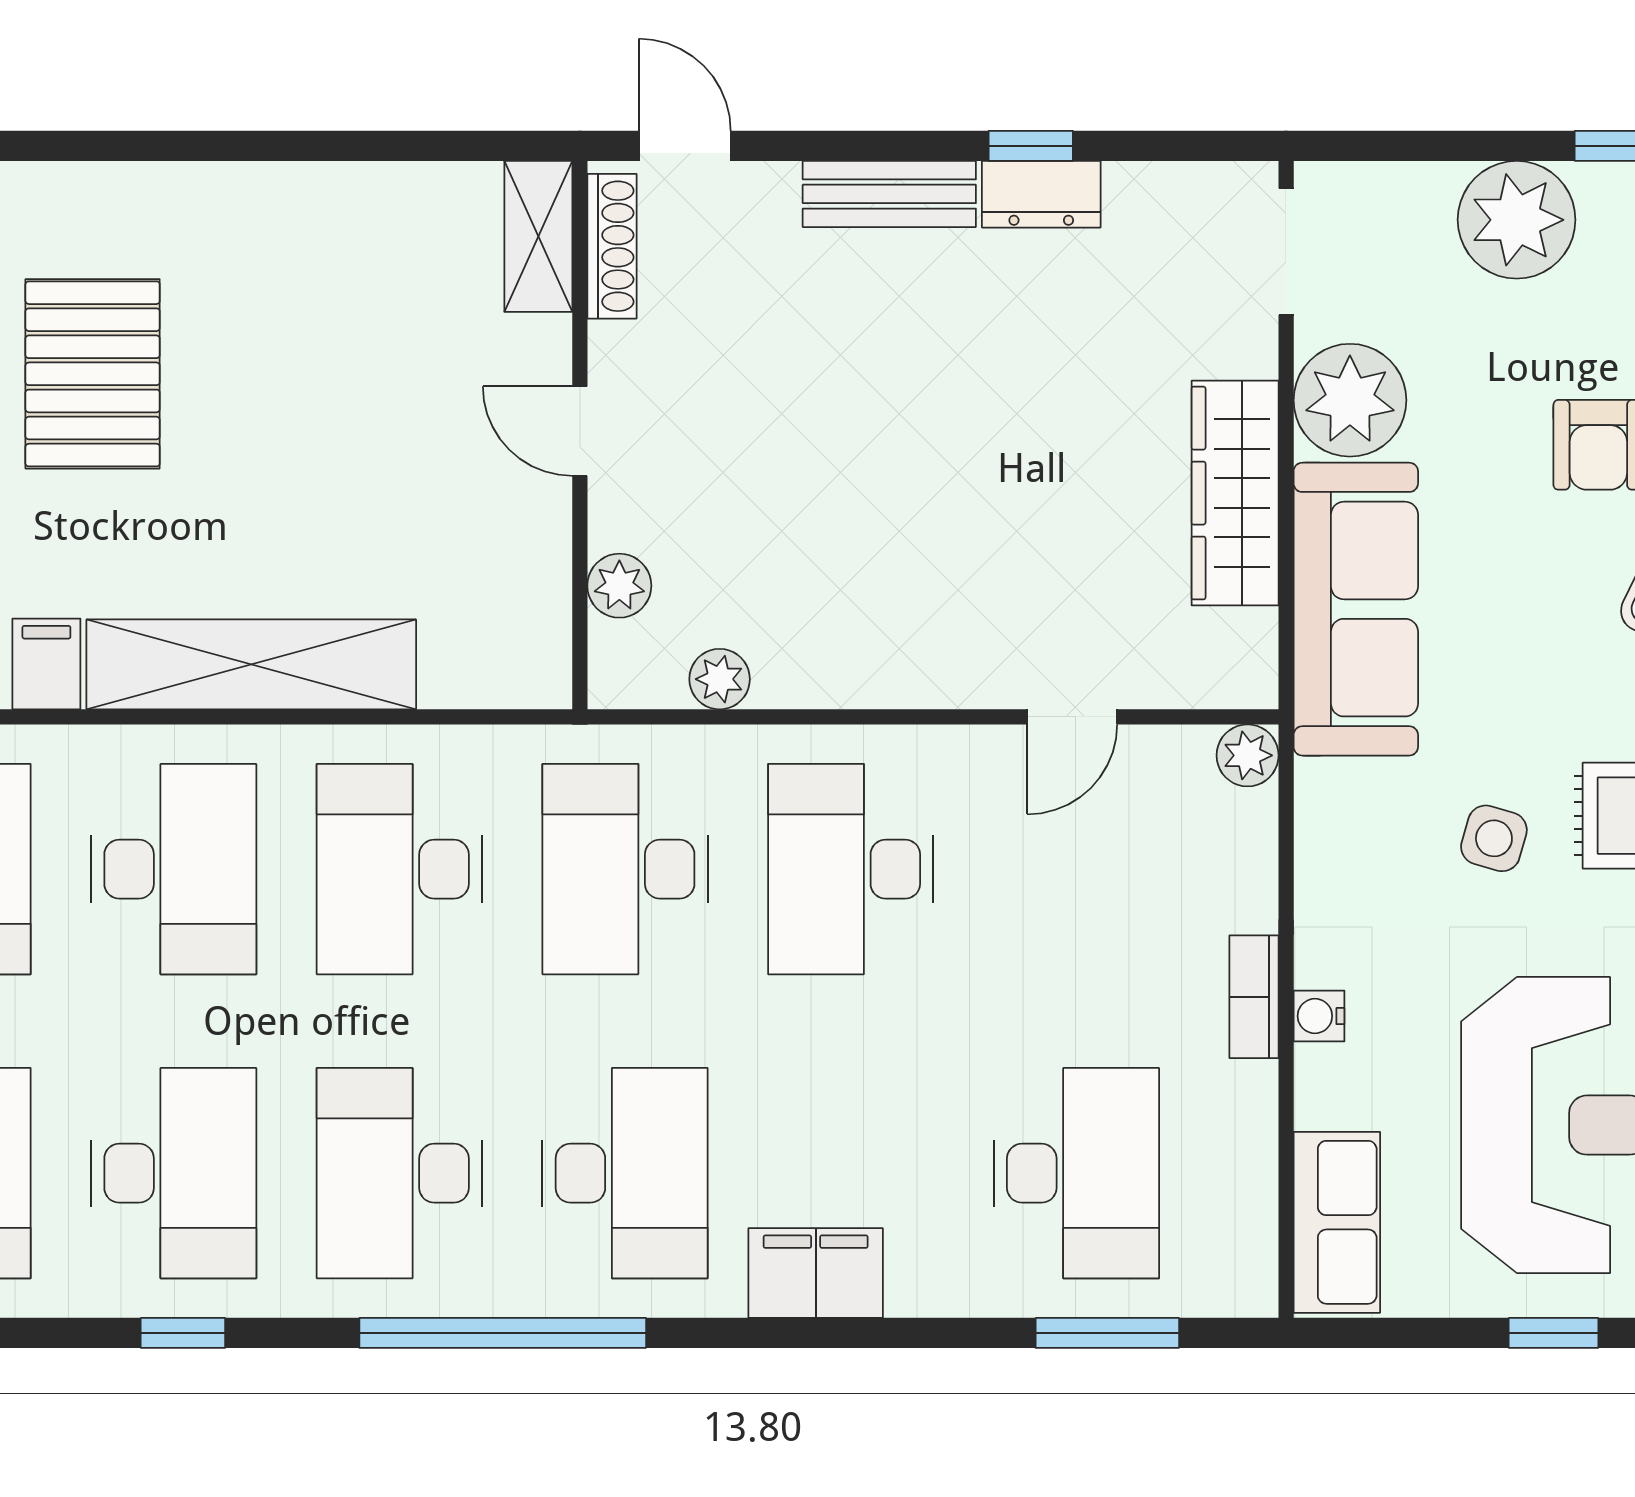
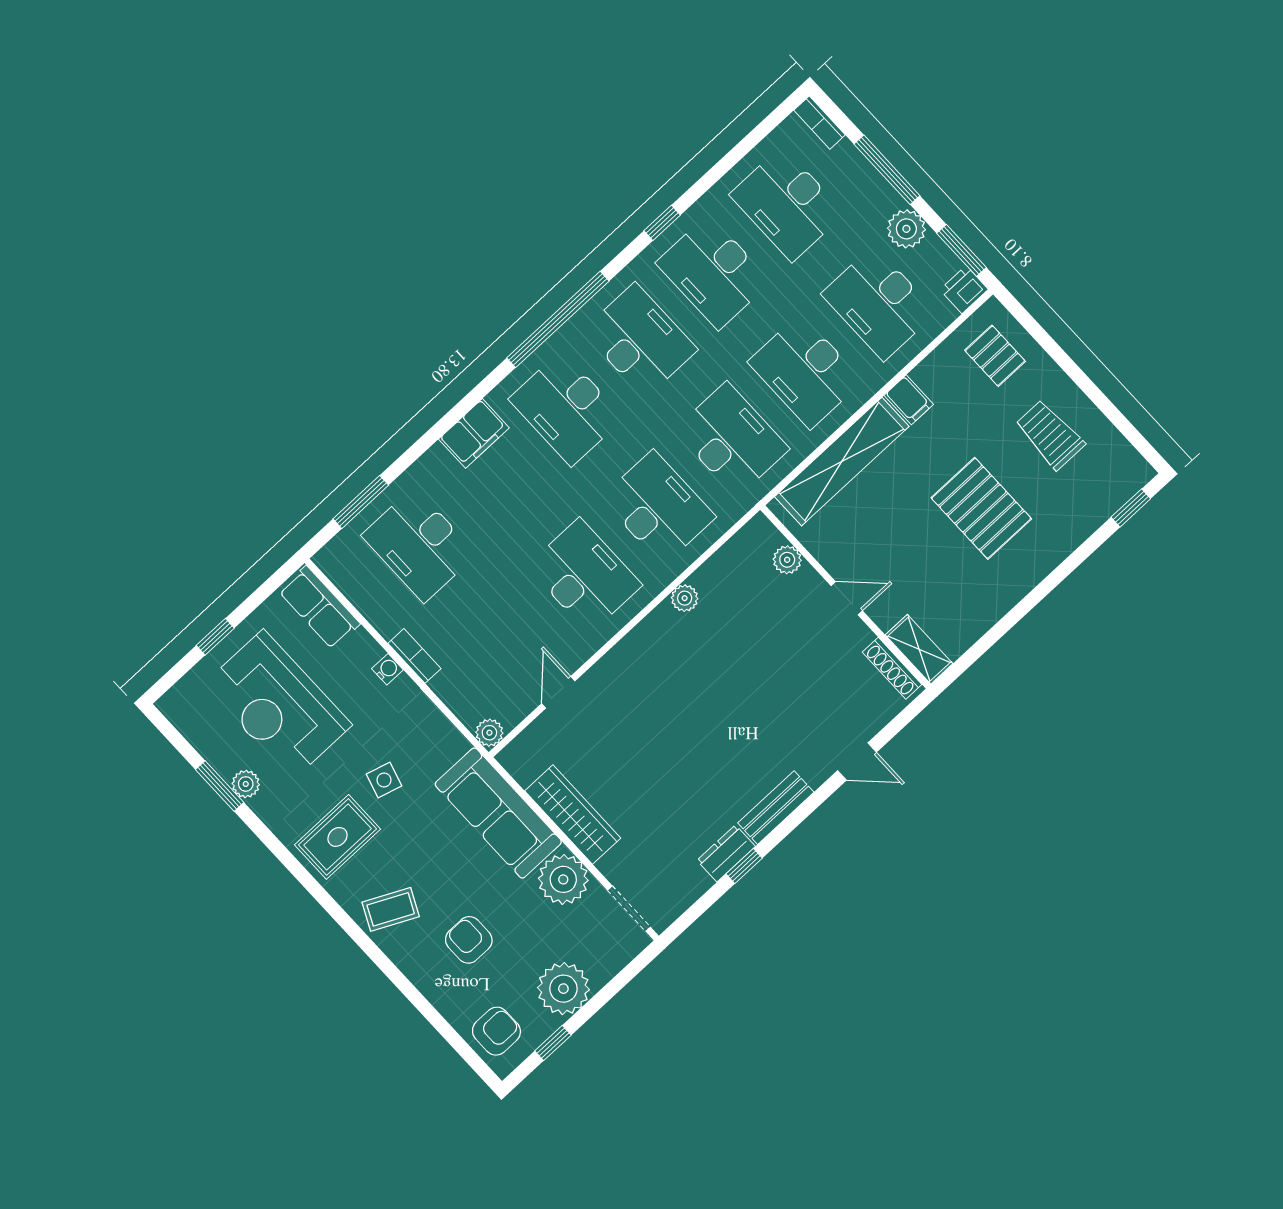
shelving: (538, 236) -> (919, 649), moved
shoe rack: (612, 246) -> (892, 668), moved
door: (580, 431) -> (847, 598), moved
wall: (580, 435) -> (846, 597), moved
plant: (619, 586) -> (787, 560), moved

